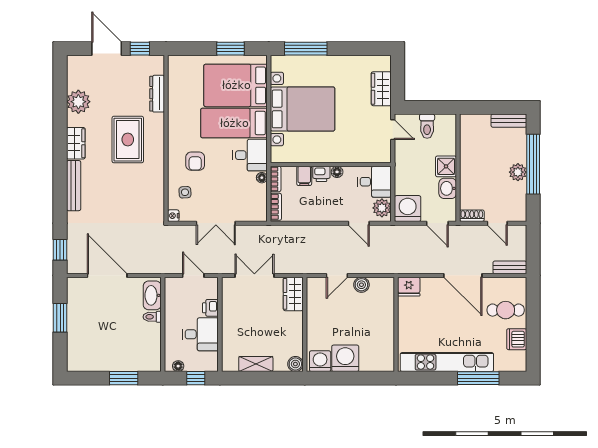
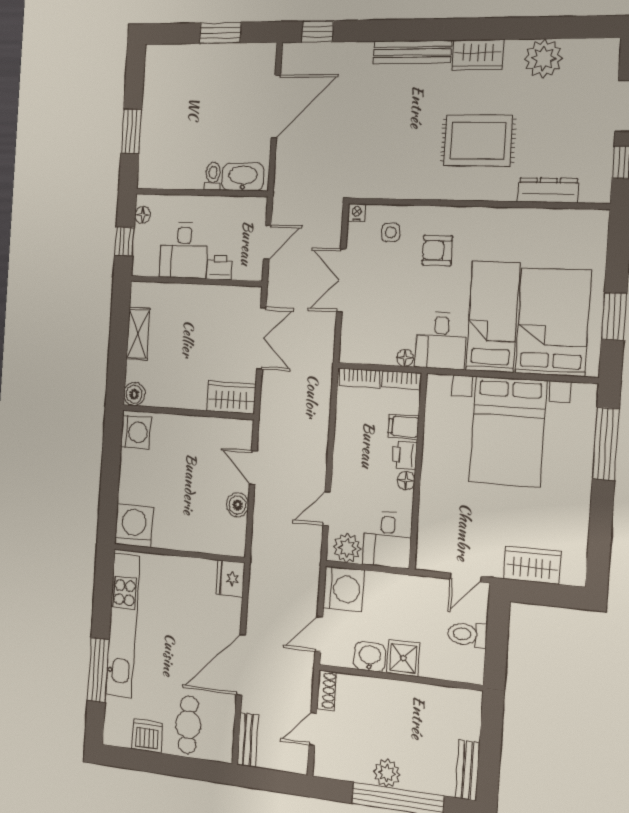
washing machine: (345, 358) -> (134, 525), moved, turned -90

